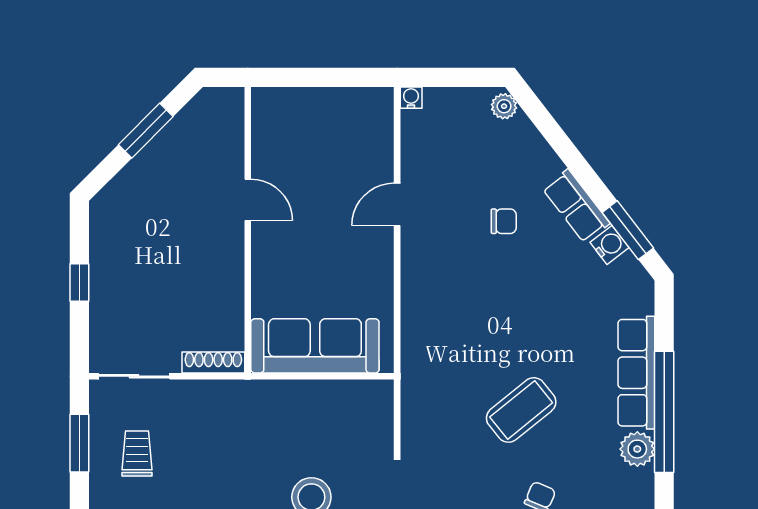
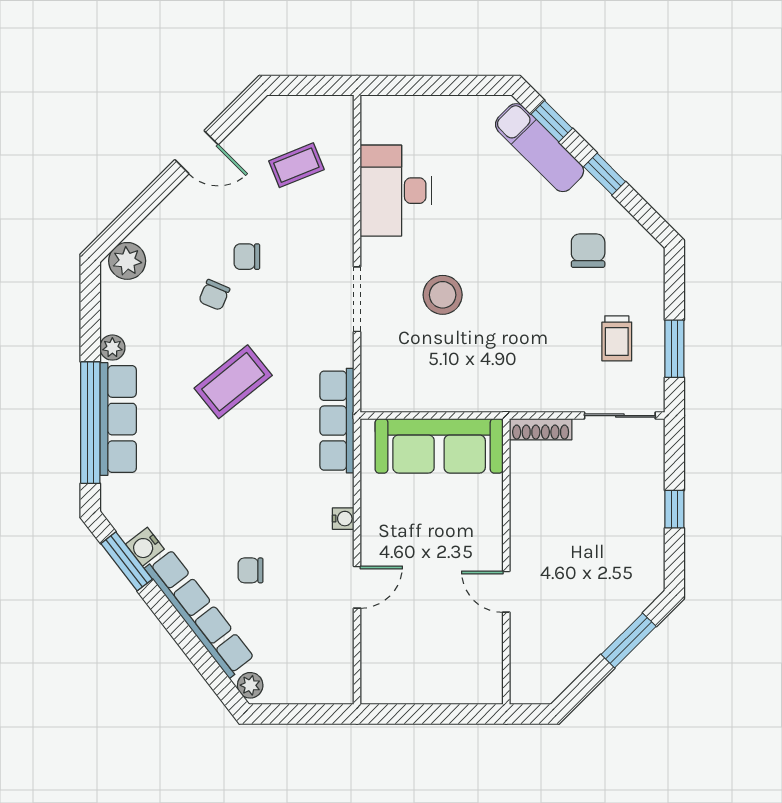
water cooler: (411, 98) -> (343, 519), moved, turned -90
window: (146, 131) -> (629, 640), moved
row of seats: (576, 206) -> (200, 613), width x2.02
row of seats: (417, 371) -> (337, 421), added
window: (664, 412) -> (90, 423), moved
plant: (637, 449) -> (112, 348), width x0.73, depth x0.73

